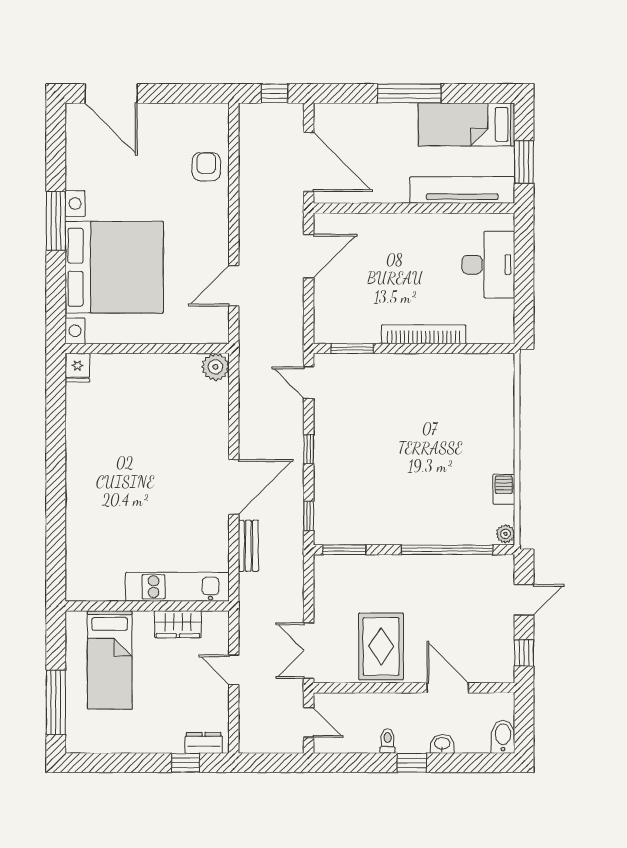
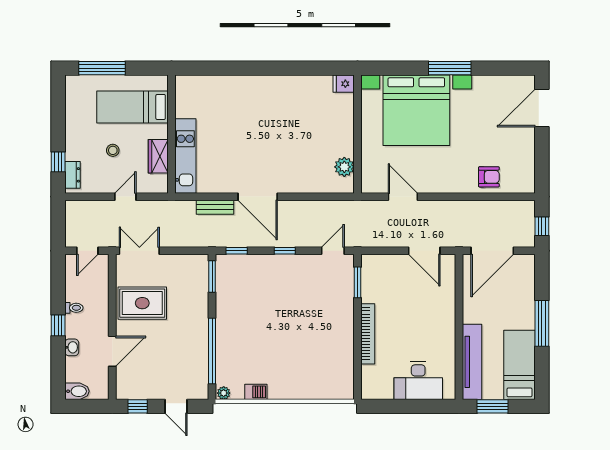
plant: (215, 367) -> (344, 167), moved
stool: (170, 687) -> (113, 150), added

